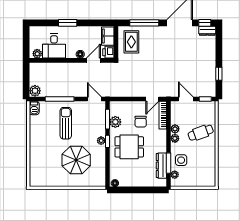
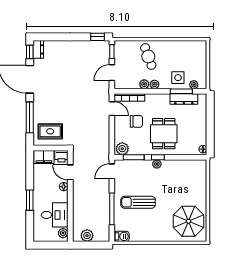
window: (219, 74) -> (97, 37), moved
plant: (35, 91) -> (87, 236), moved
plant: (115, 122) -> (122, 149), moved
parasol: (76, 160) -> (189, 221), moved

